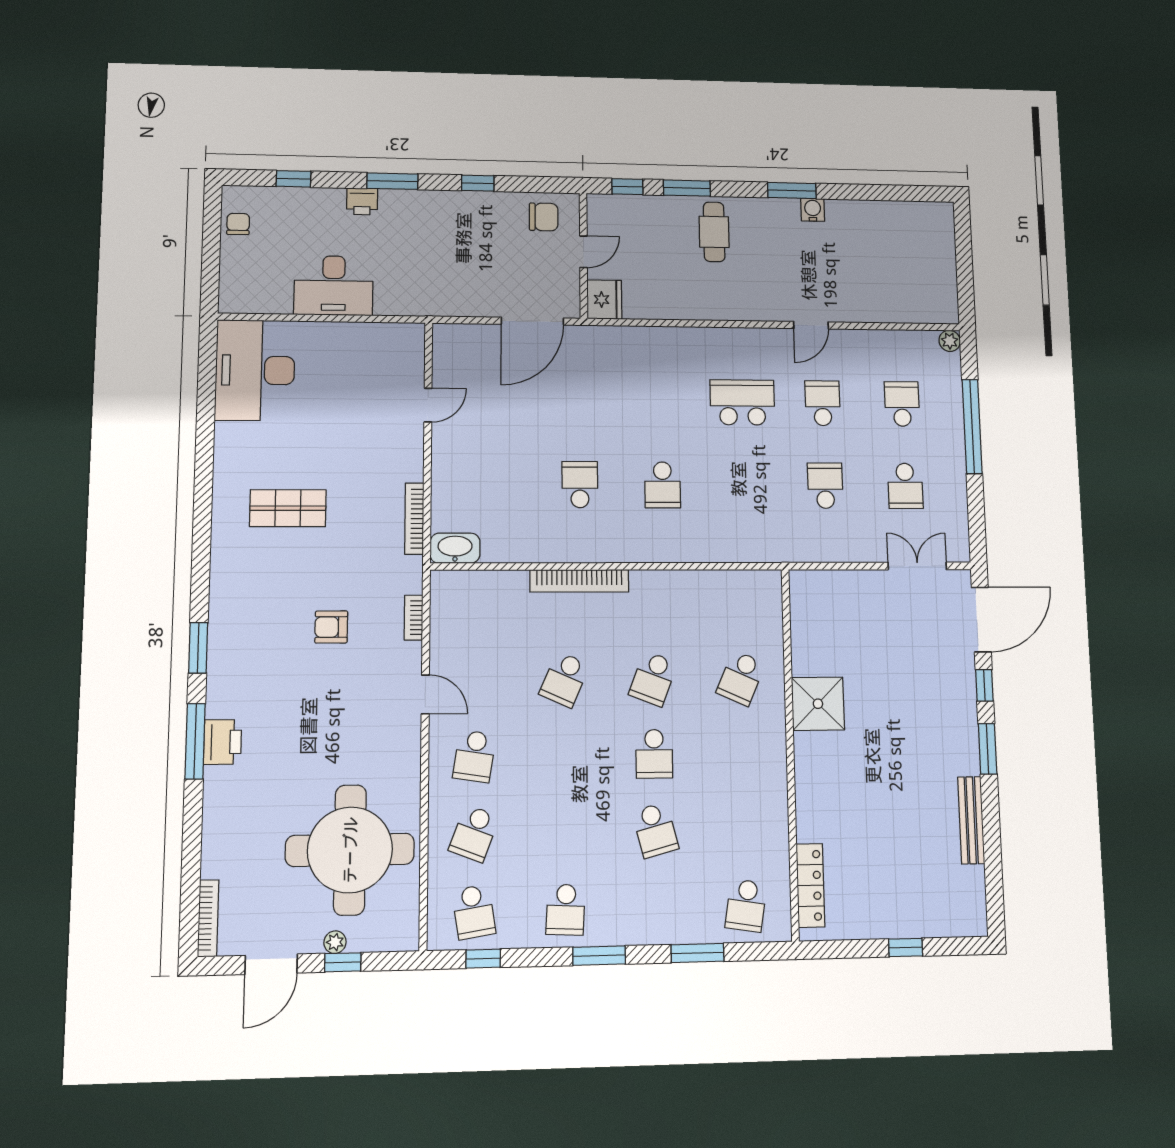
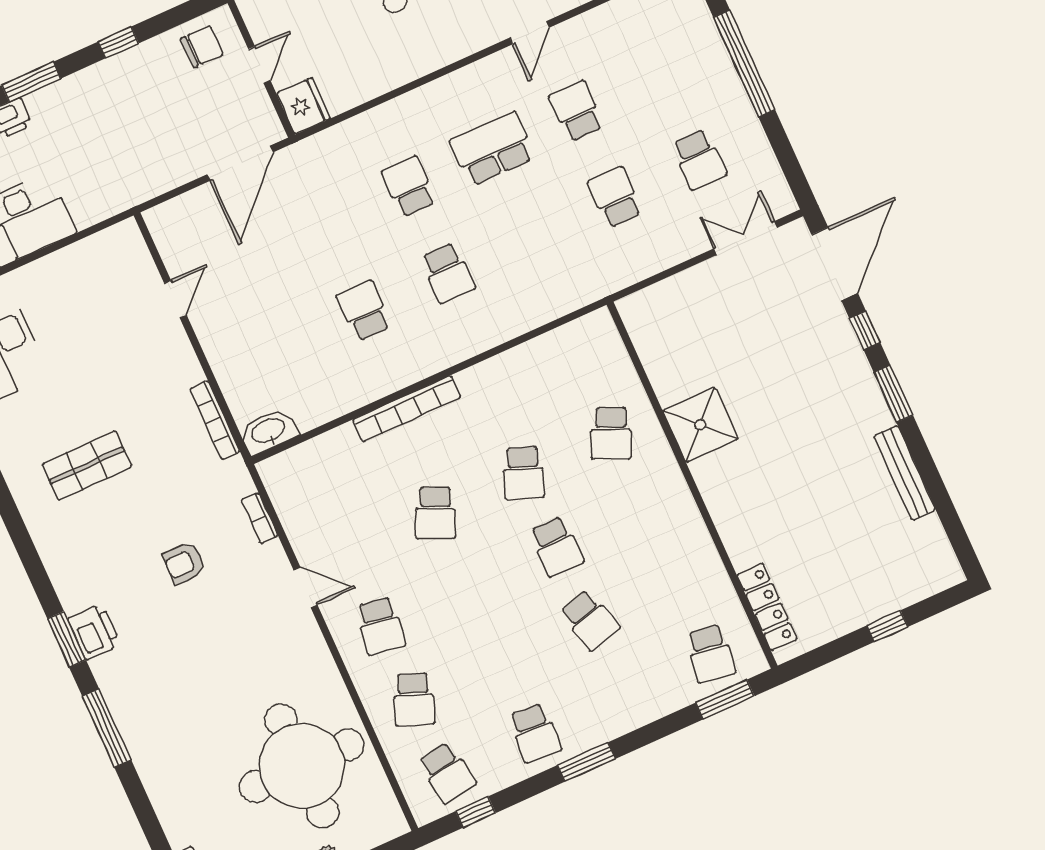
school desk: (902, 404) -> (409, 187), moved
printer: (223, 742) -> (94, 632), moved
window: (697, 953) -> (725, 699), moved

